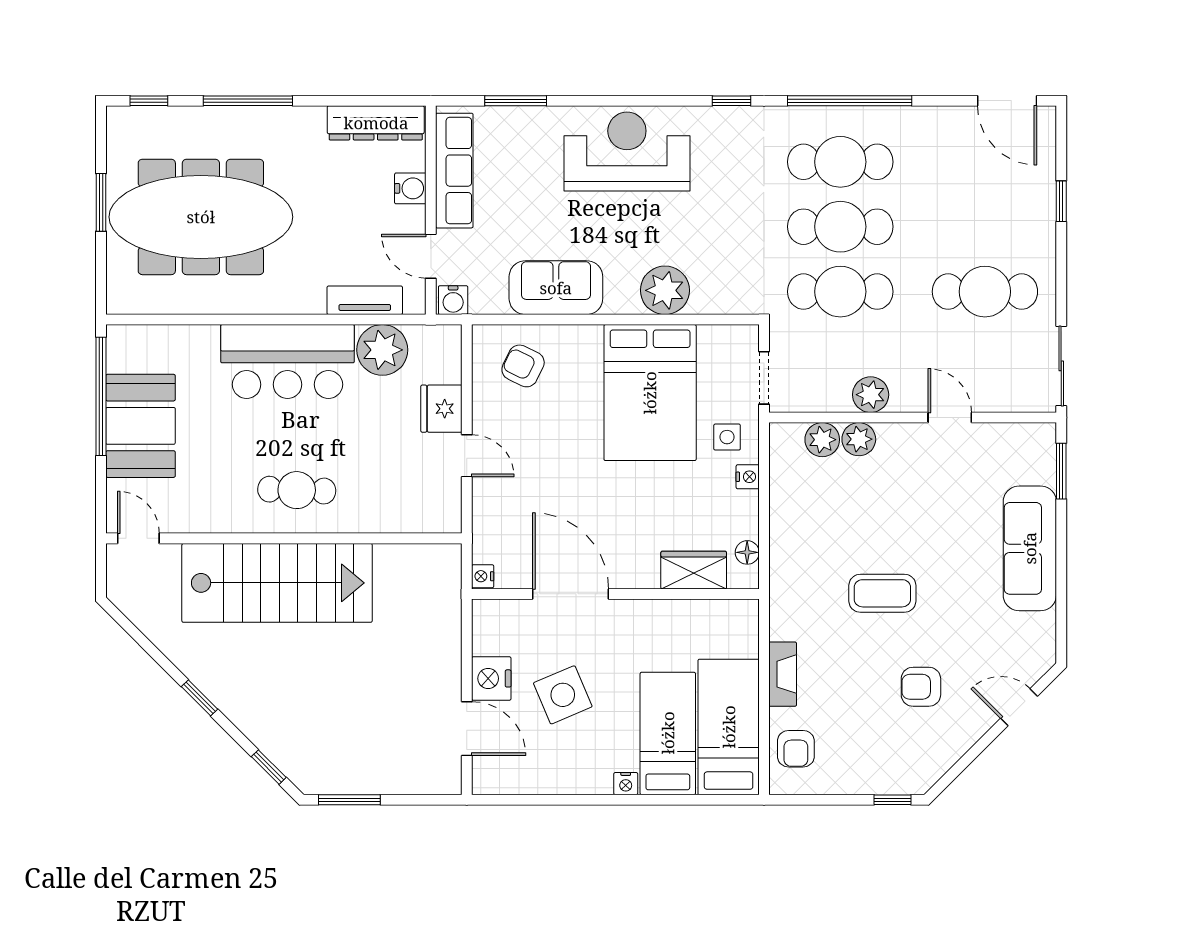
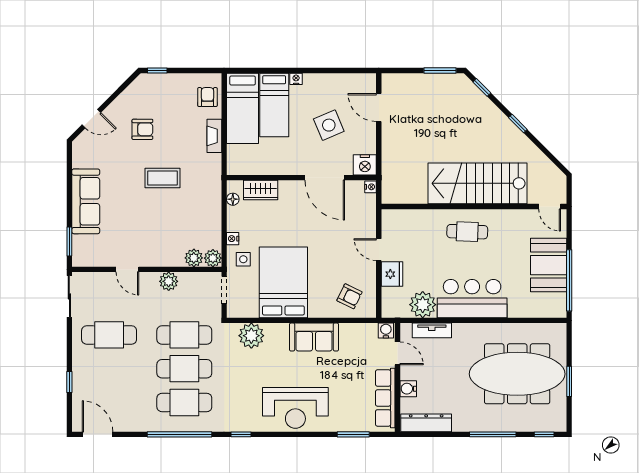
sofa: (556, 288) -> (314, 337), moved
plant: (665, 290) -> (251, 336), moved
plant: (859, 439) -> (213, 258), moved
nightstand: (491, 678) -> (365, 165), moved, turned 90

